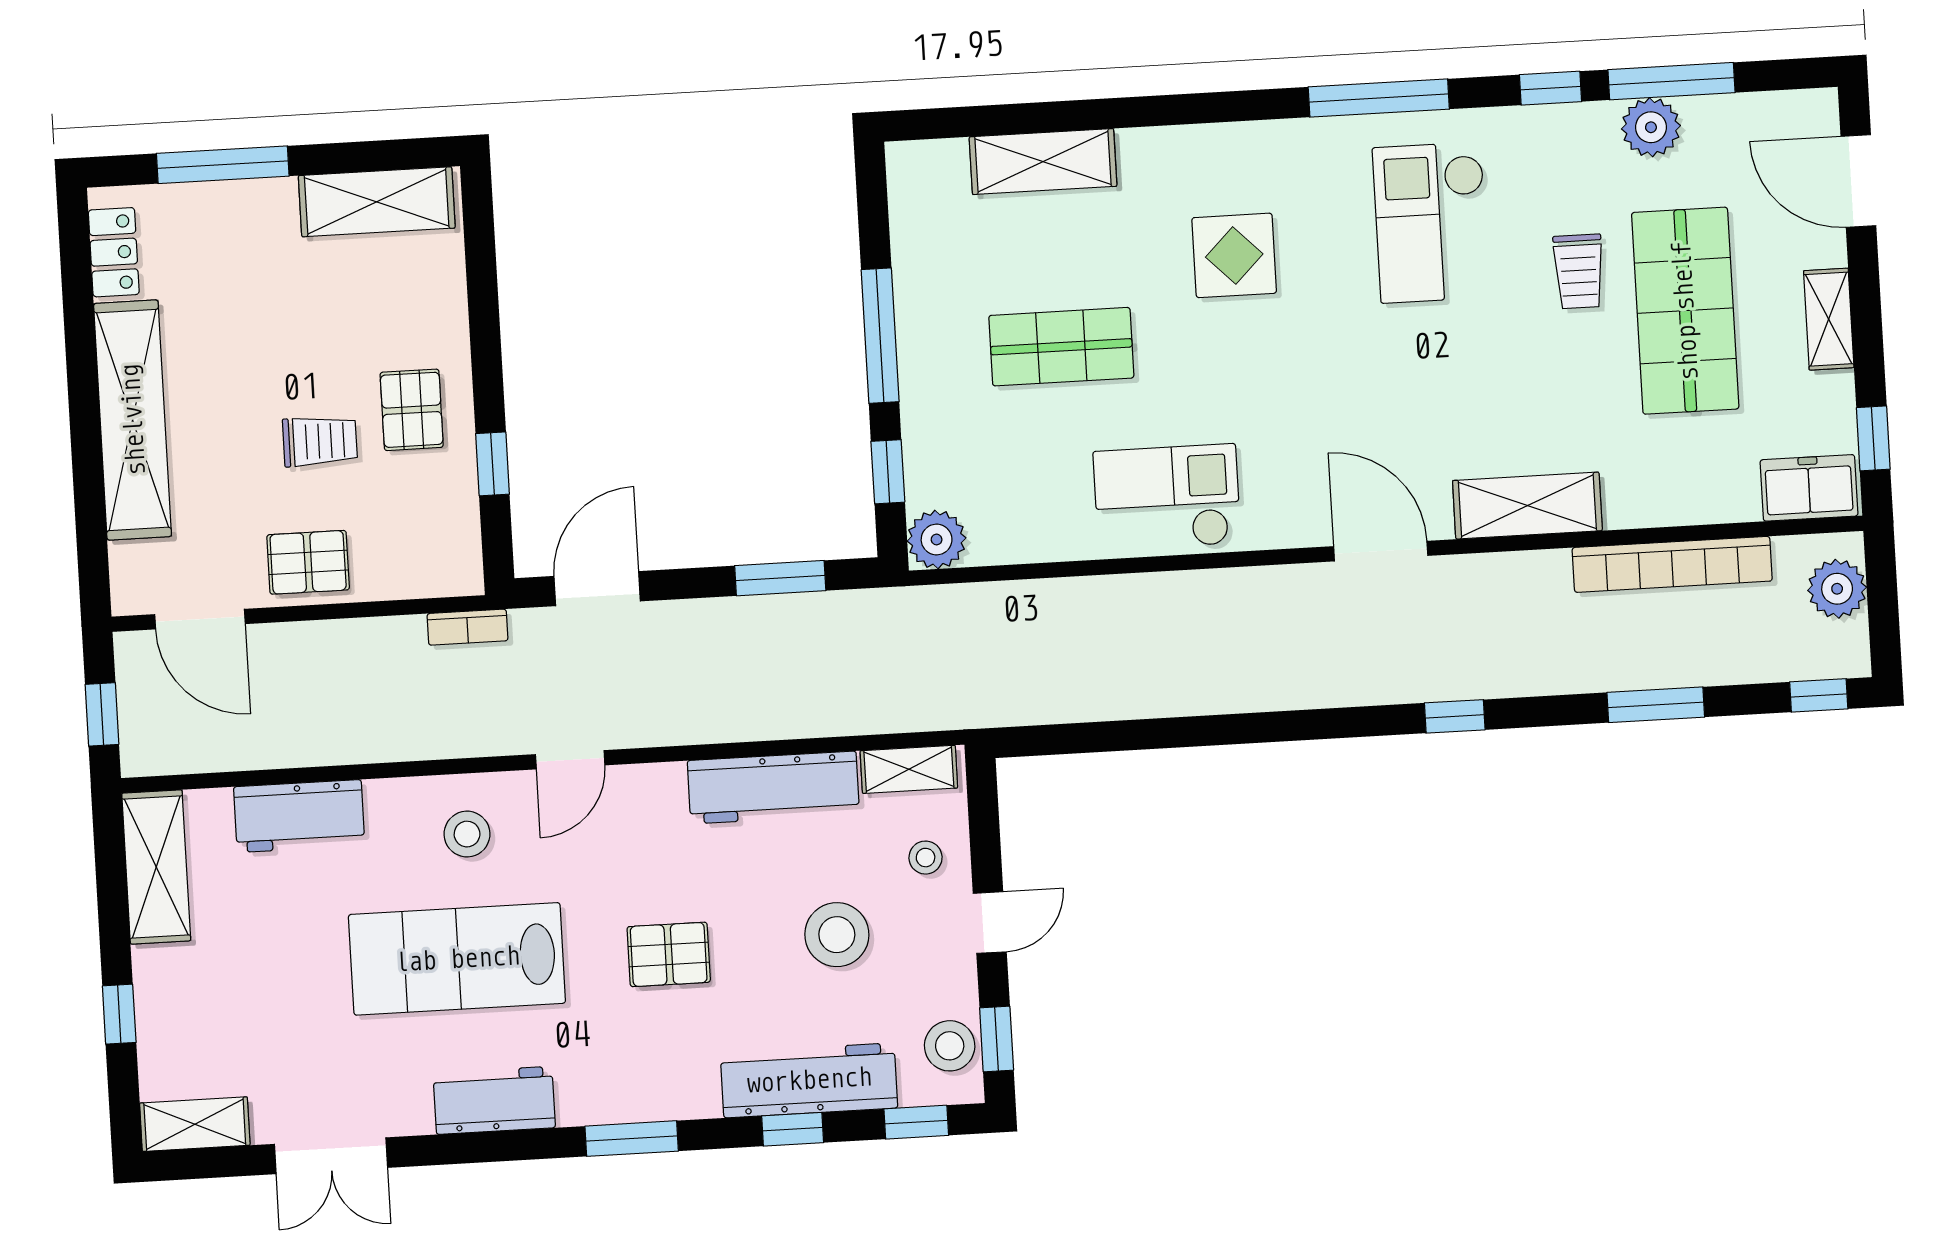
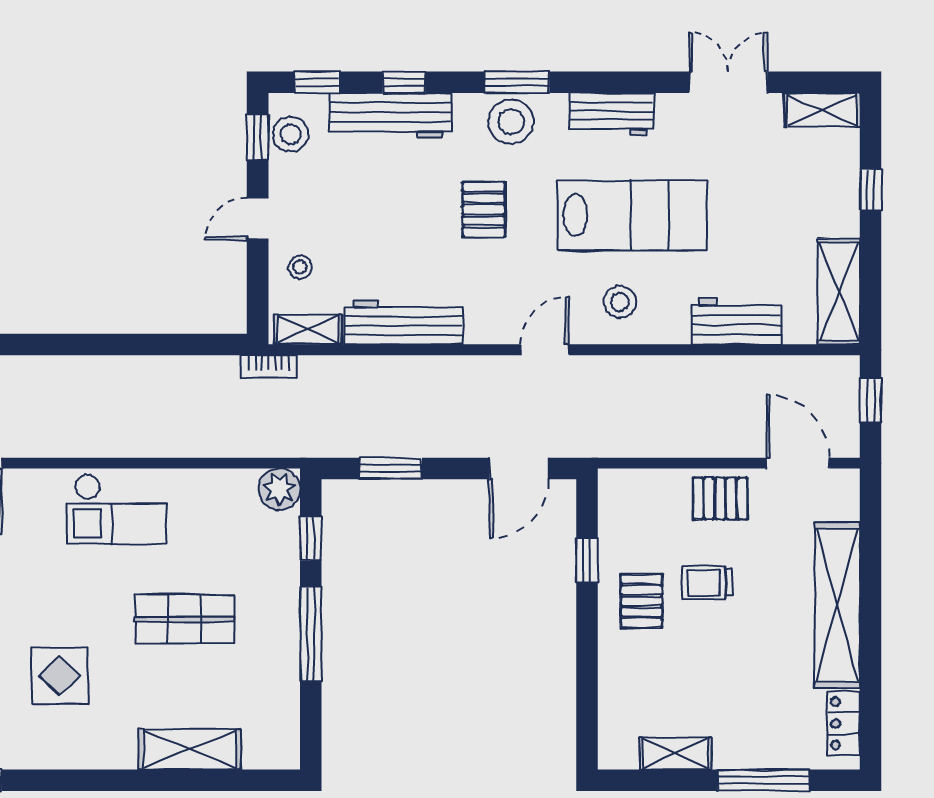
shelving: (377, 202) -> (676, 753), width x0.67, depth x0.75
bookcase: (467, 627) -> (268, 366), moved, turned 180
stool: (837, 935) -> (511, 122), moved
pallet: (669, 954) -> (484, 210), turned 90

